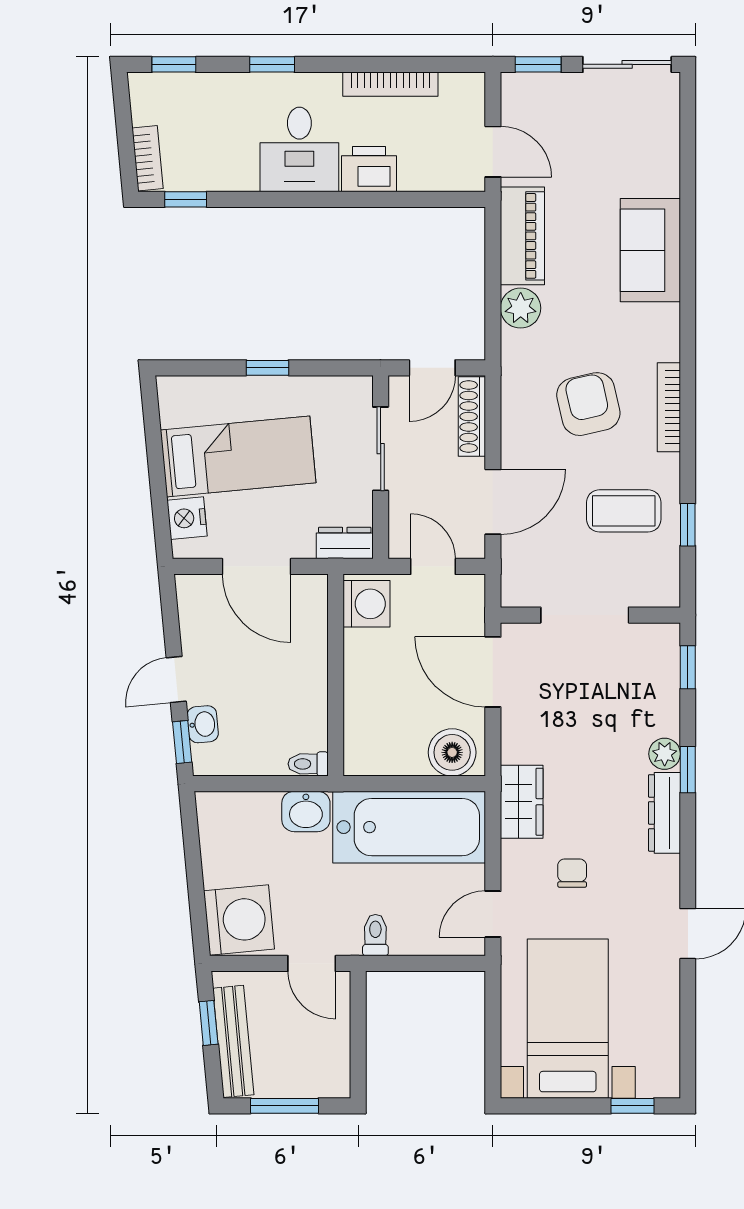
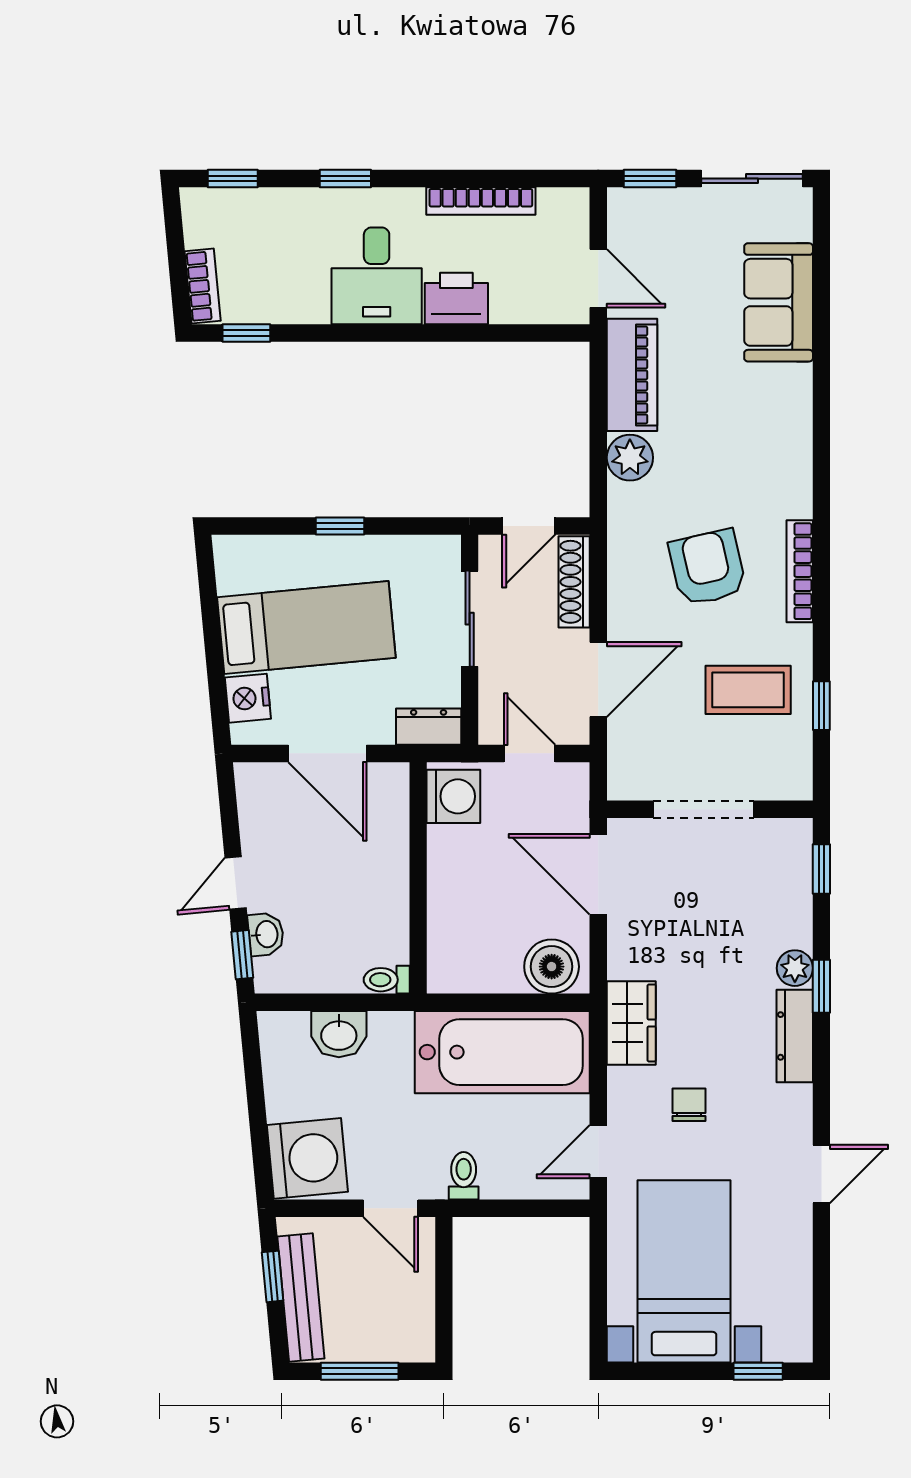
sofa: (650, 250) -> (779, 302), moved
washbasin: (306, 811) -> (339, 1034), moved

